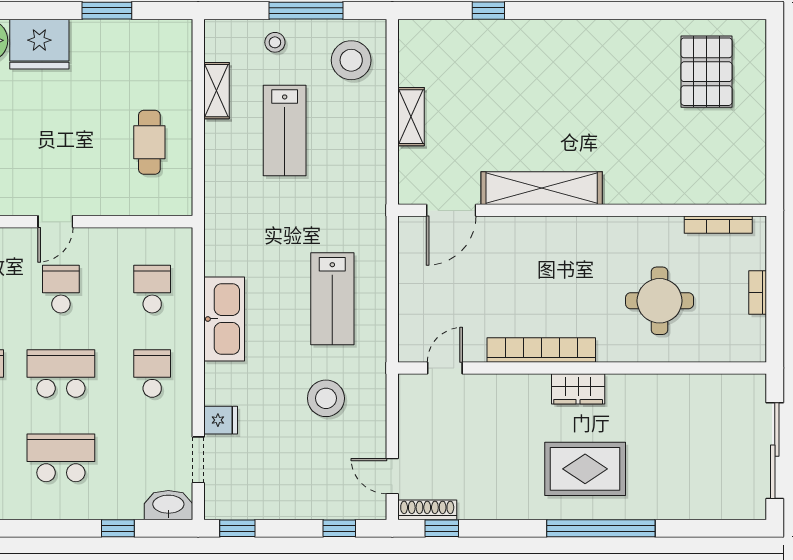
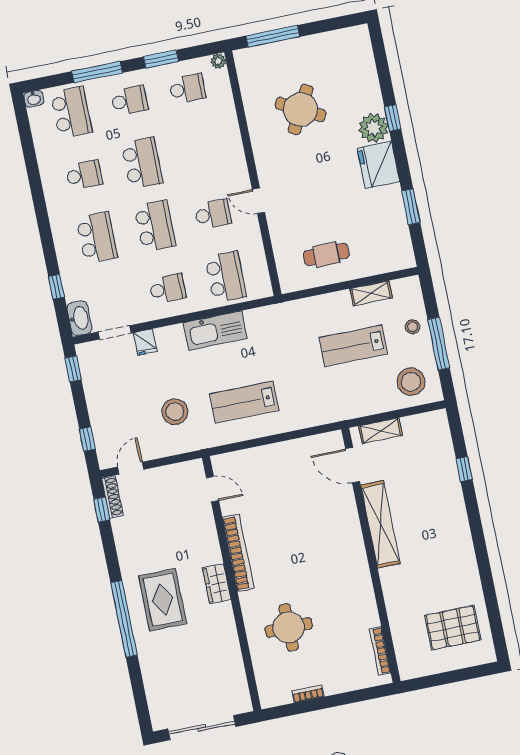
shelving: (542, 188) -> (380, 524), moved
door: (451, 210) -> (353, 465), moved
wall: (582, 210) -> (371, 555), moved
bookcase: (718, 225) -> (380, 651), moved
school desk: (152, 289) -> (226, 277), width x1.85

